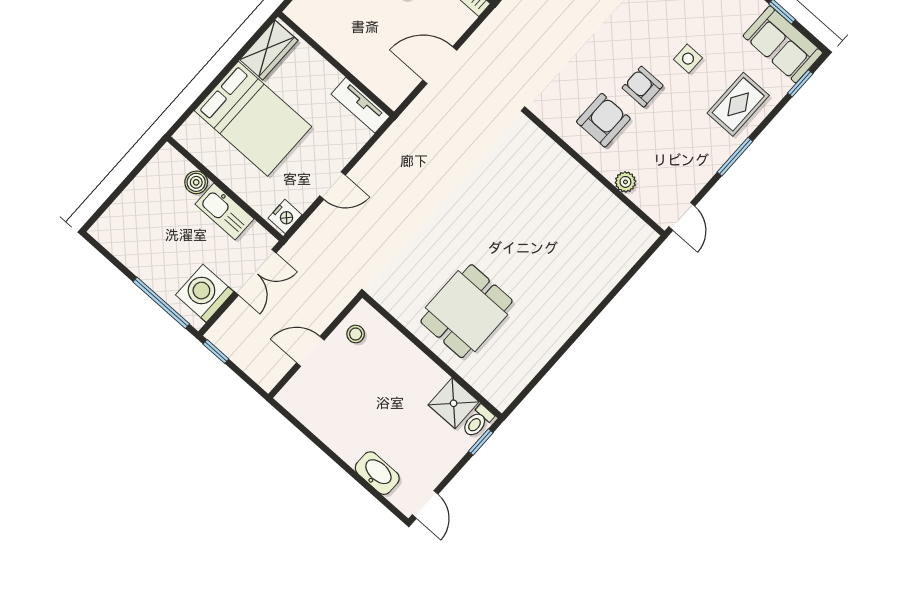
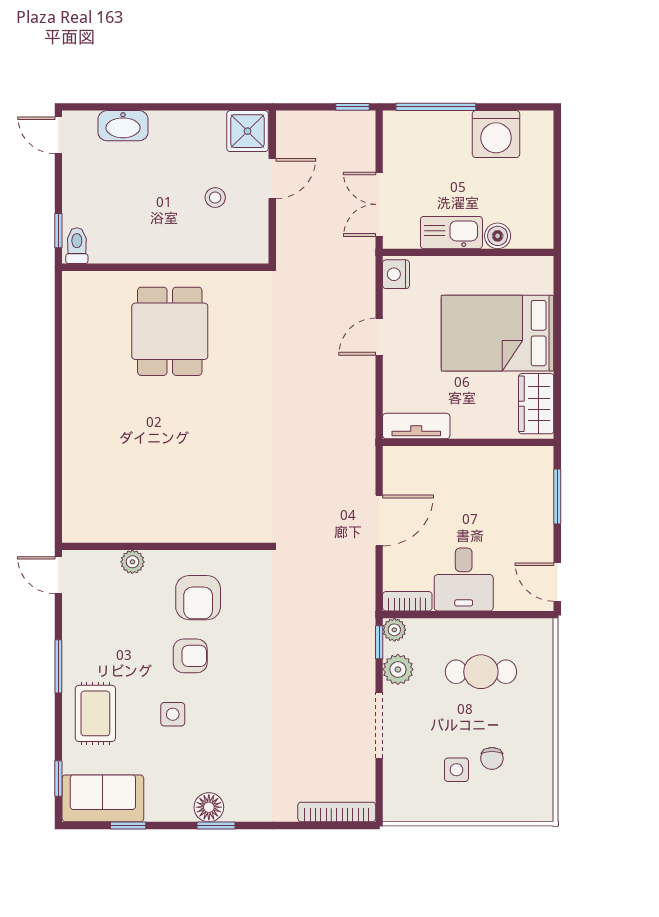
washing machine: (205, 293) -> (496, 134), moved, turned 90
stool: (356, 334) -> (215, 198), moved
shower: (454, 403) -> (248, 131), moved

